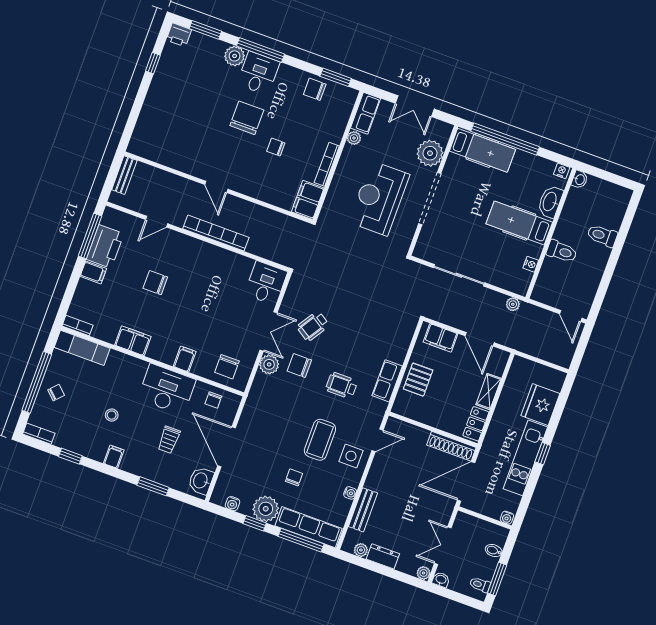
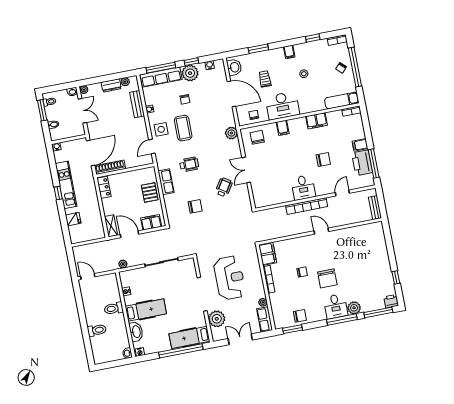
window: (205, 30) -> (378, 312), width x1.44
desk: (266, 283) -> (303, 187), moved
plant: (269, 364) -> (231, 133), moved
chair: (299, 366) -> (195, 206), moved
shelving: (489, 392) -> (111, 226), moved
fridge: (540, 405) -> (73, 219), width x0.53, depth x0.75

